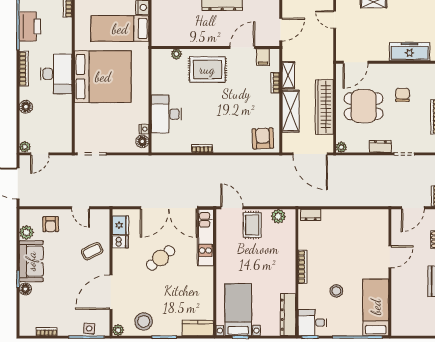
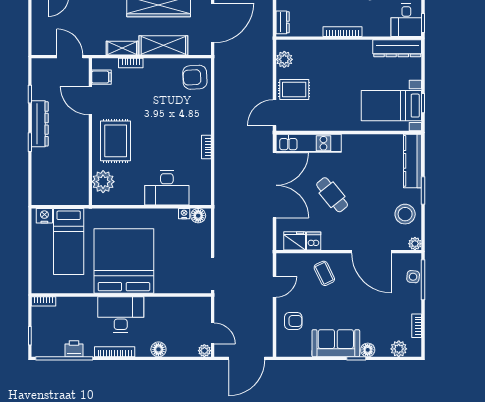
printer: (30, 26) -> (74, 349), width x0.53, depth x0.68
plant: (176, 54) -> (103, 182), width x1.88, depth x1.88
plant: (26, 232) -> (399, 349), moved
kitchen counter: (198, 328) -> (413, 161), width x1.50

